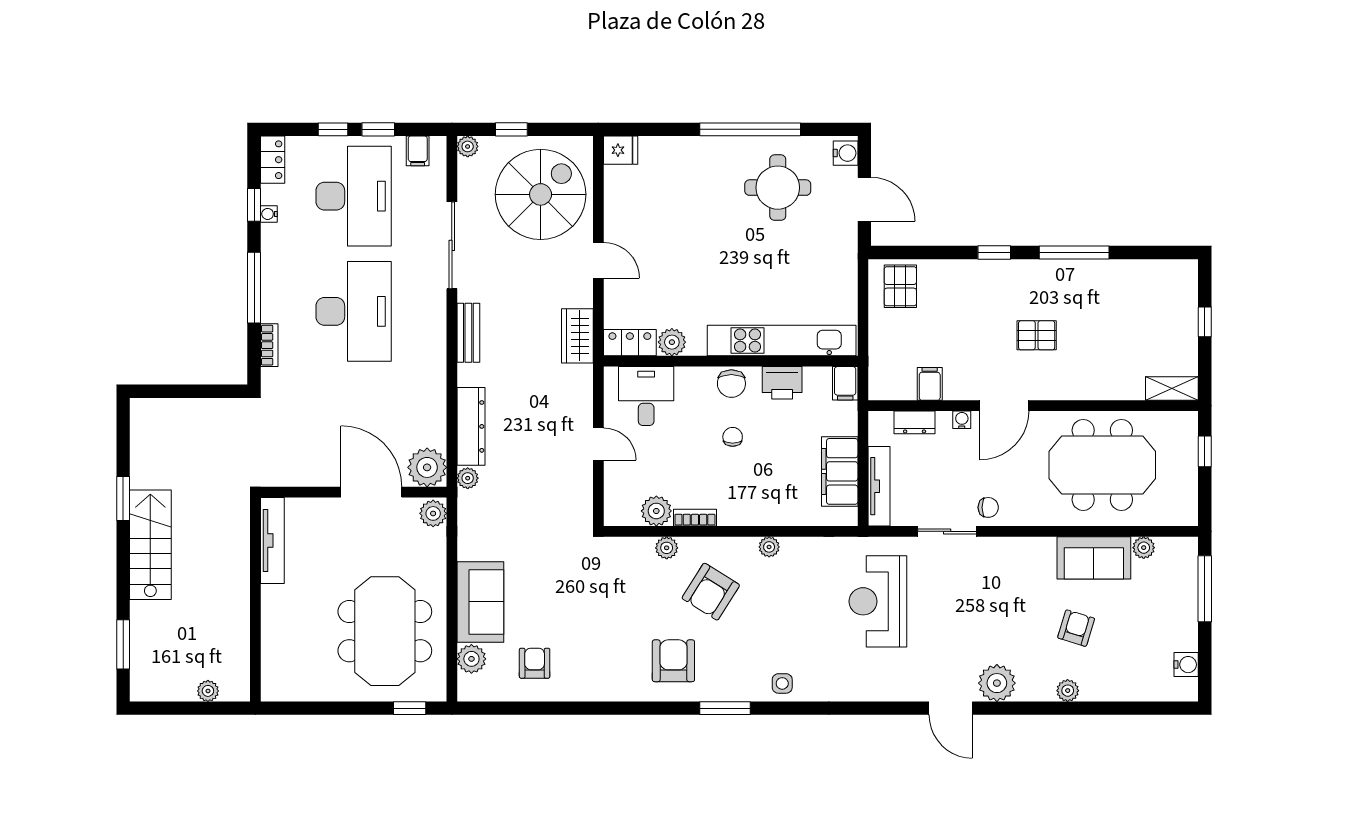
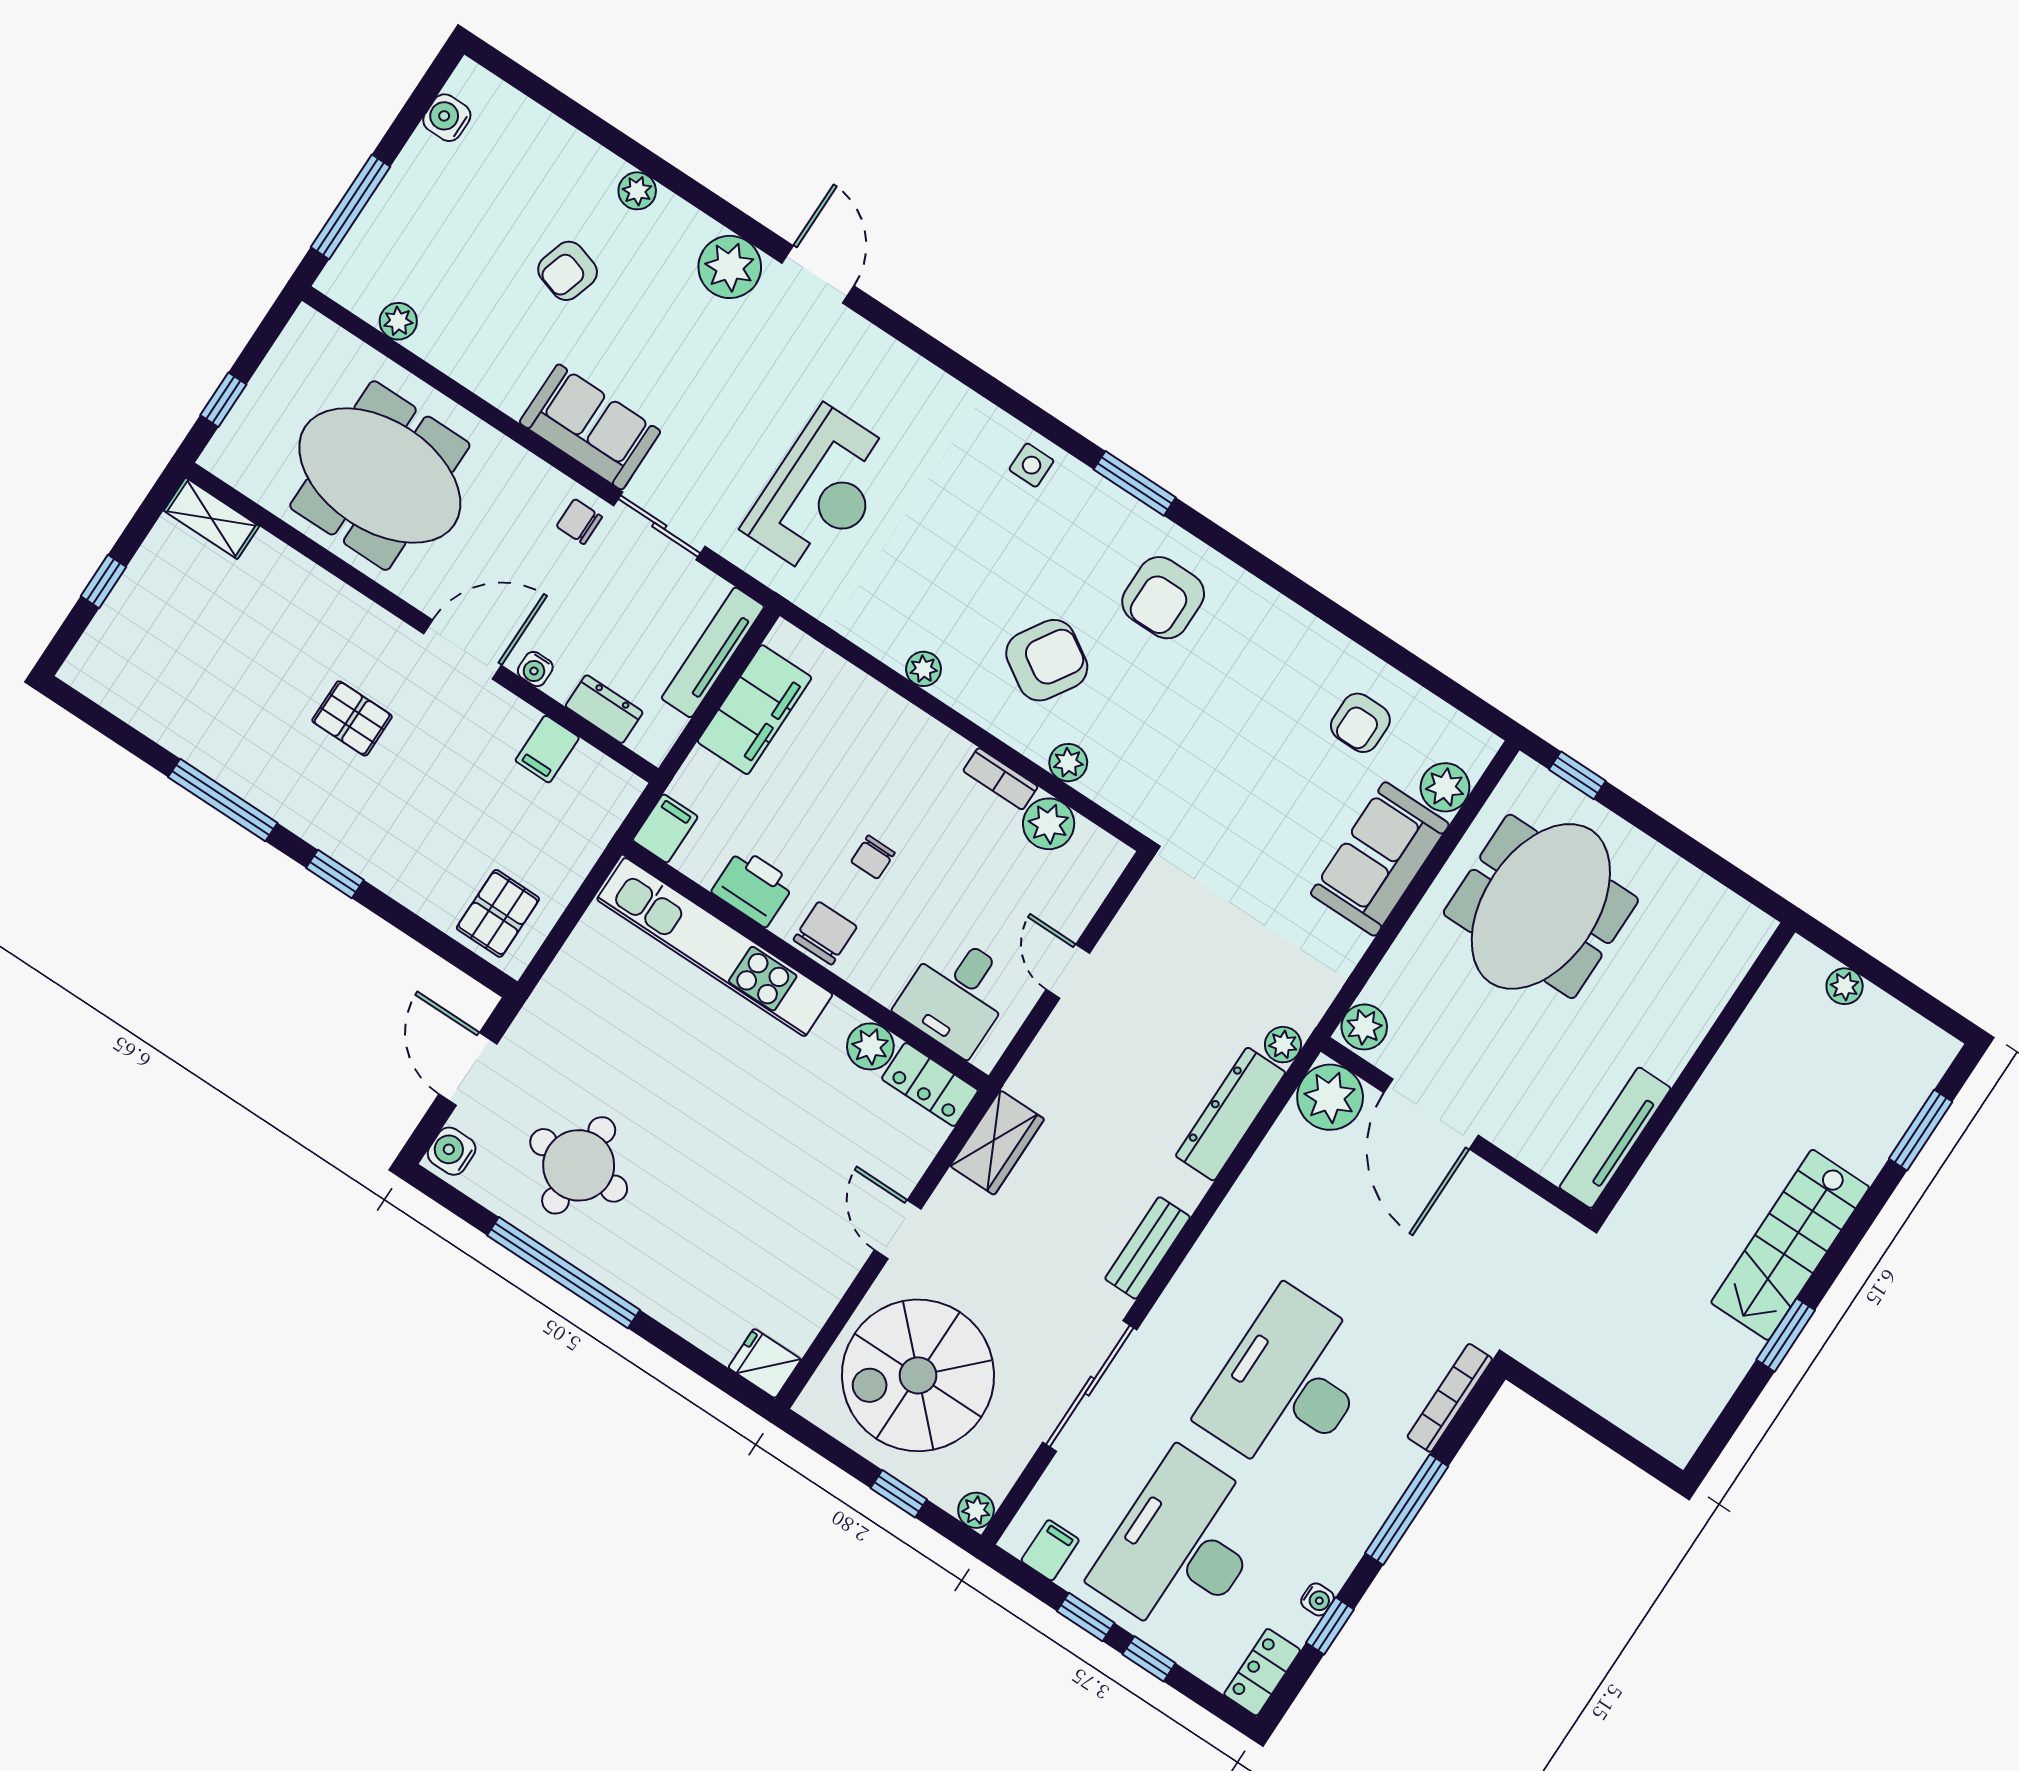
bookcase: (269, 345) -> (1450, 1398), width x1.56
sofa: (1094, 558) -> (590, 427), moved

